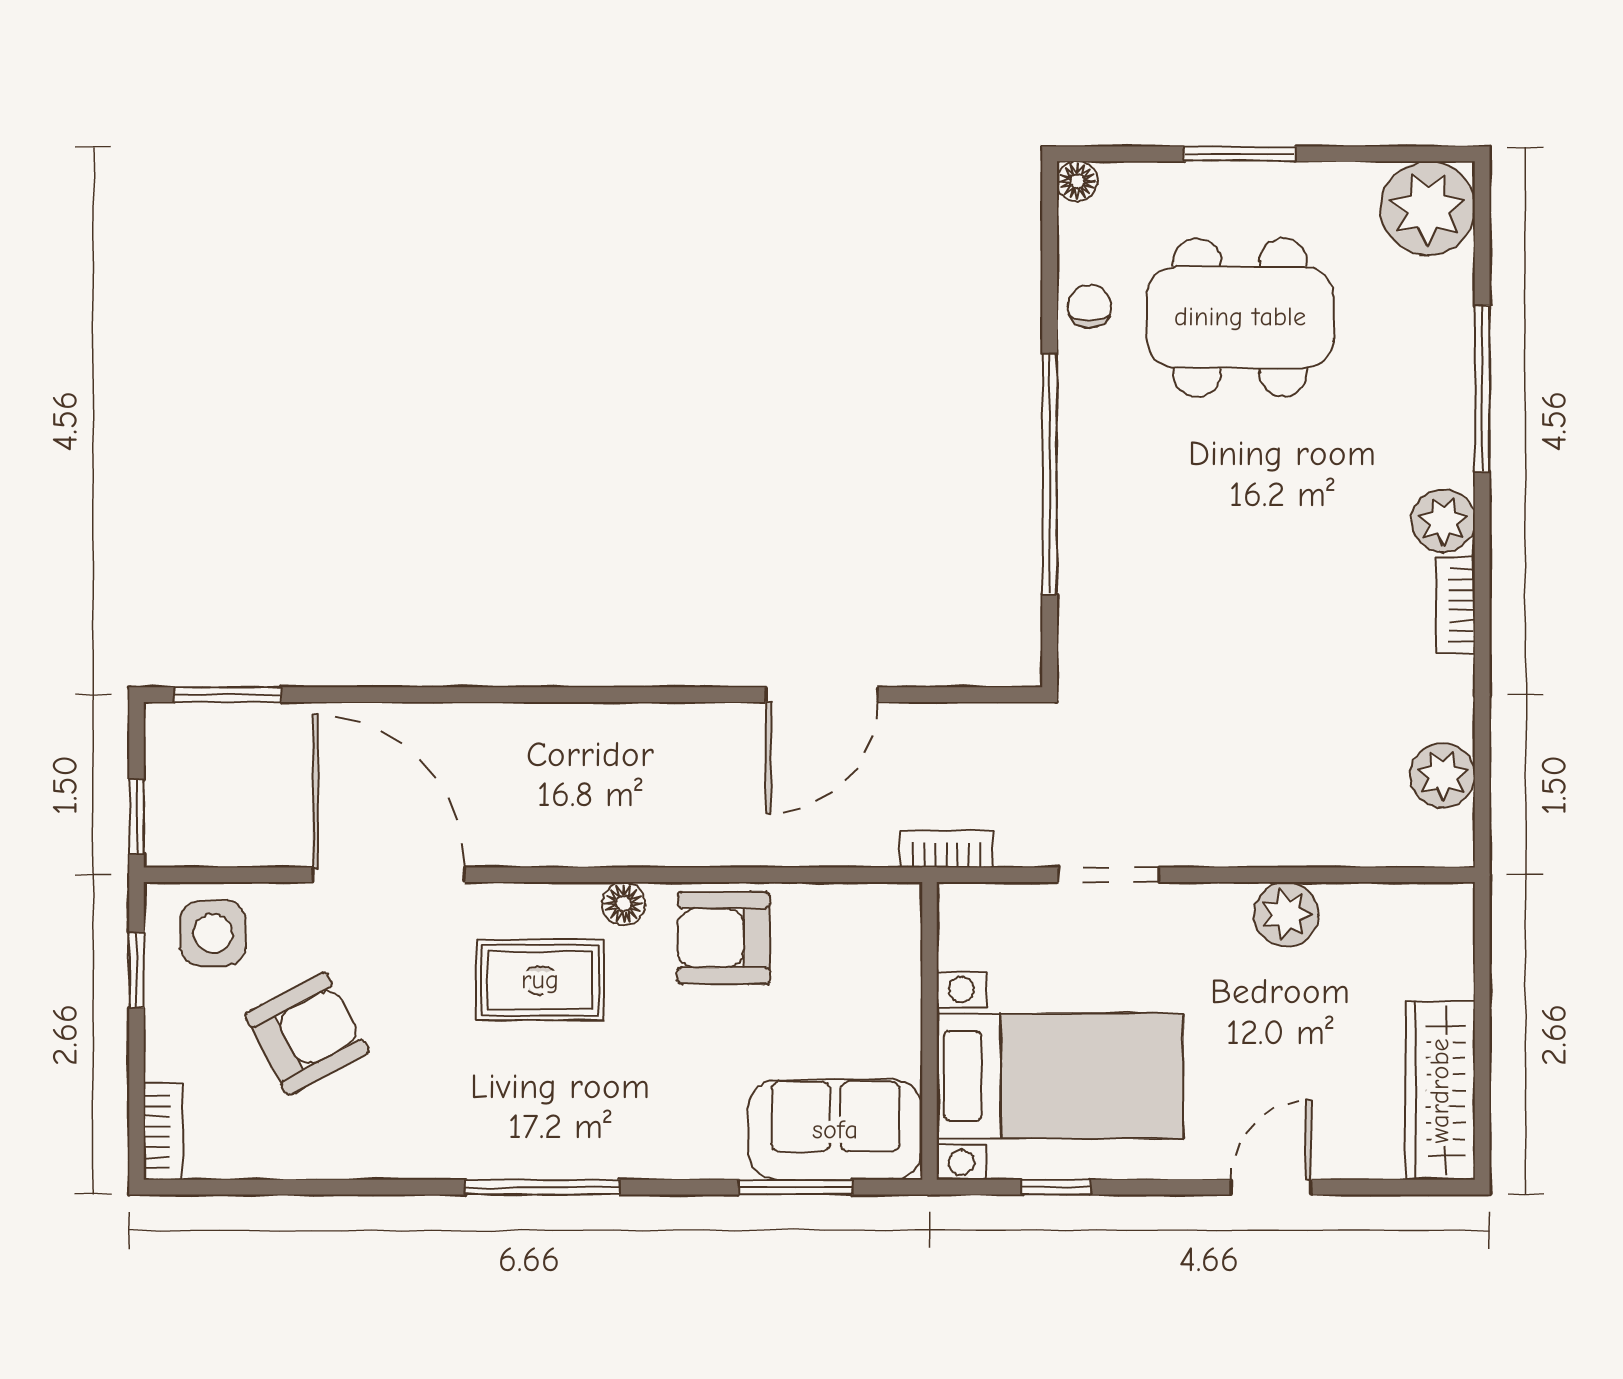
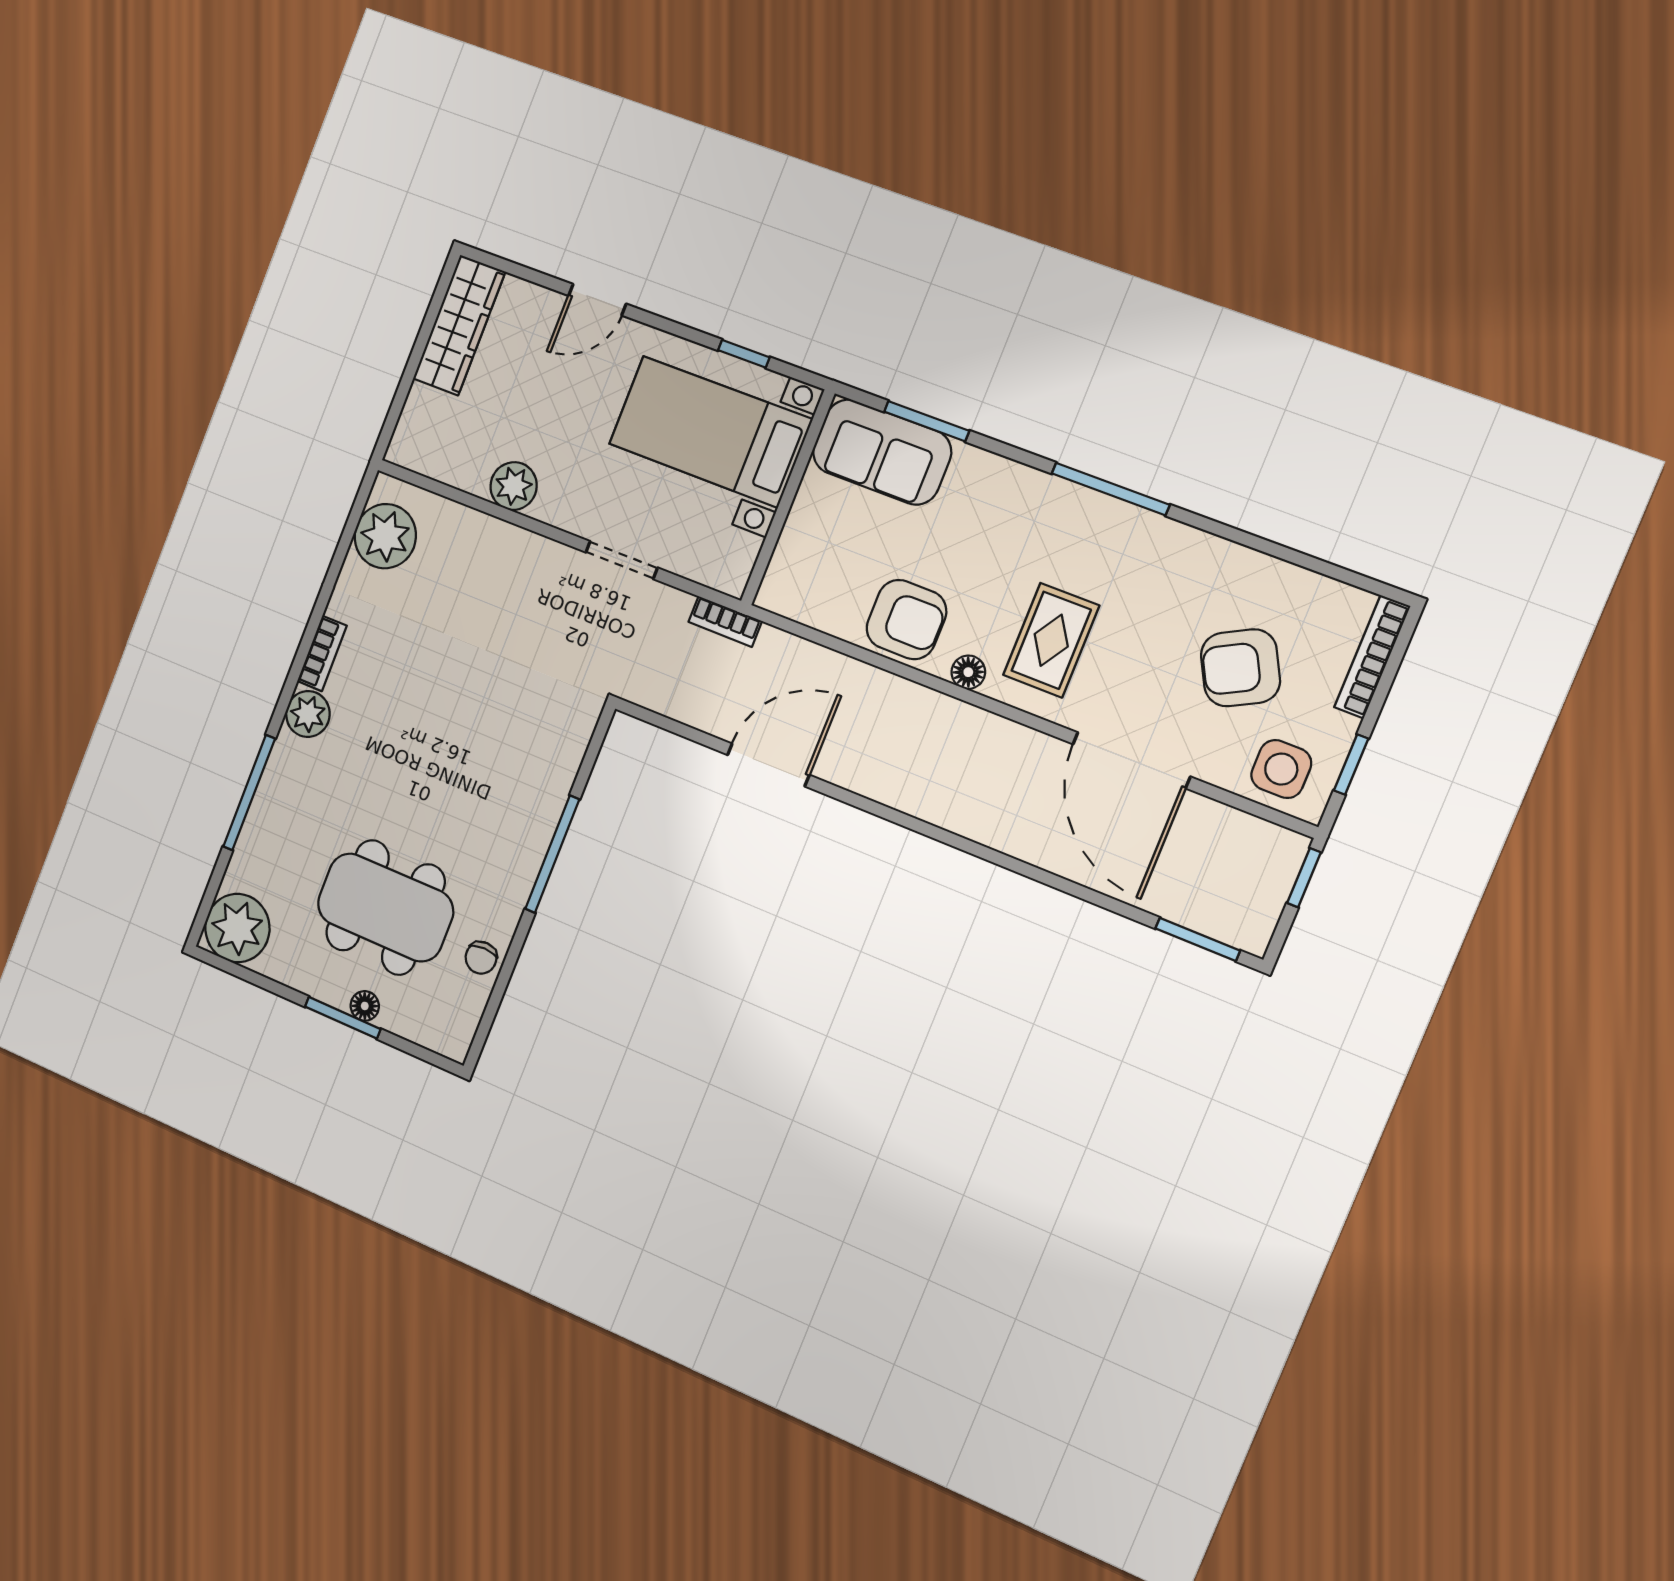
floor lamp: (1077, 181) -> (365, 1006), moved
window: (1050, 474) -> (552, 854), width x0.68
plant: (1443, 775) -> (385, 536), width x1.36, depth x1.36
rug: (540, 980) -> (1051, 640), turned 90
bookcase: (163, 1132) -> (1372, 657), width x1.56

